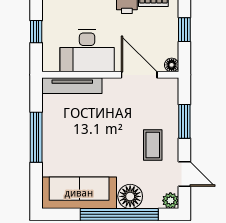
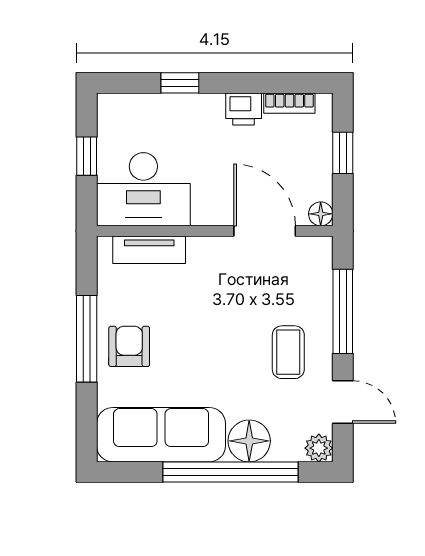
desk: (87, 51) -> (143, 189), moved
tv unit: (72, 86) -> (149, 250), width x0.71
window: (184, 121) -> (343, 311), width x1.44
armchair: (61, 142) -> (129, 346), added

